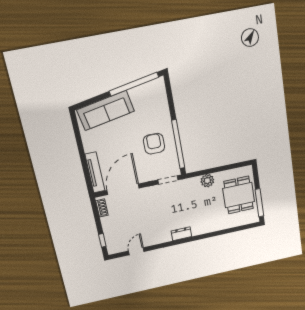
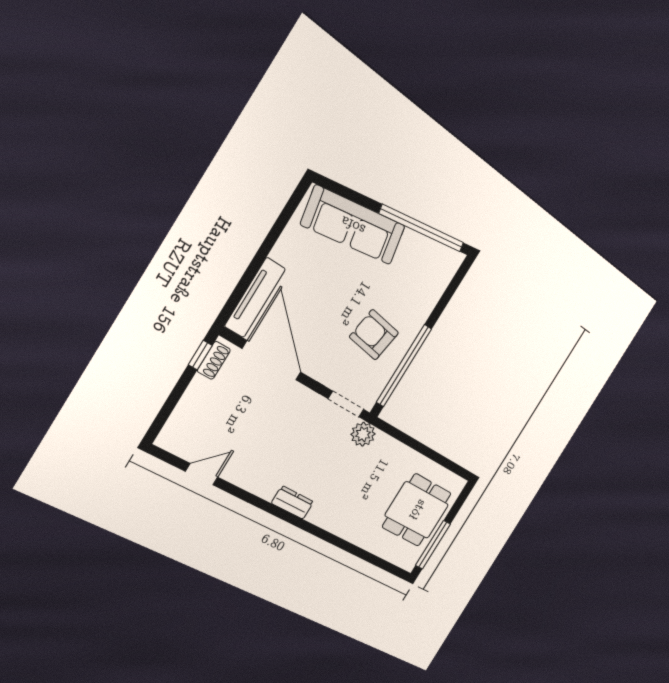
armchair: (154, 144) -> (374, 335), turned -81
plant: (207, 181) -> (363, 434), moved
door: (123, 189) -> (272, 361), hinge flipped
window: (102, 240) -> (200, 355), moved

